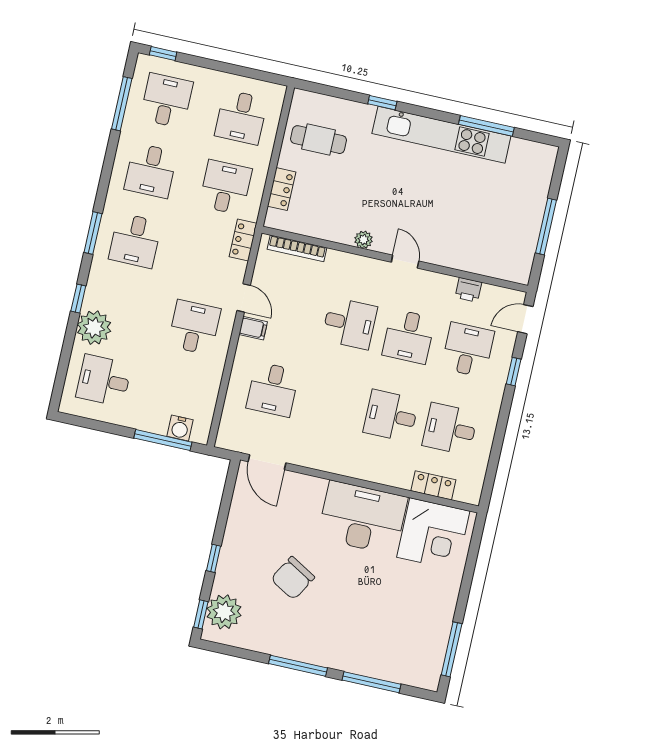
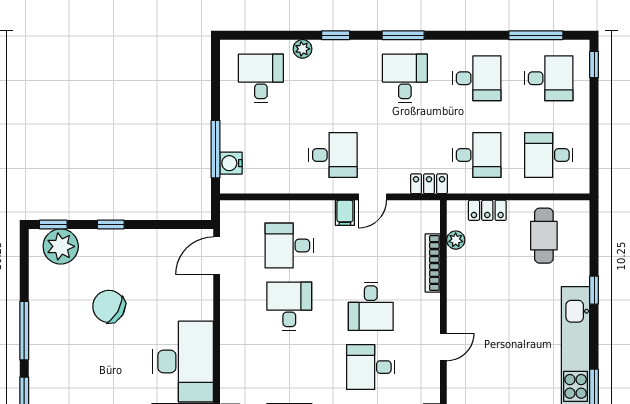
desk: (151, 171) -> (477, 78), turned 180
plant: (364, 240) -> (456, 240), moved
desk: (135, 241) -> (405, 78), turned 90
bookcase: (297, 248) -> (433, 263), moved
plant: (94, 328) -> (302, 49), width x0.53, depth x0.53
desk: (391, 416) -> (289, 306), moved

